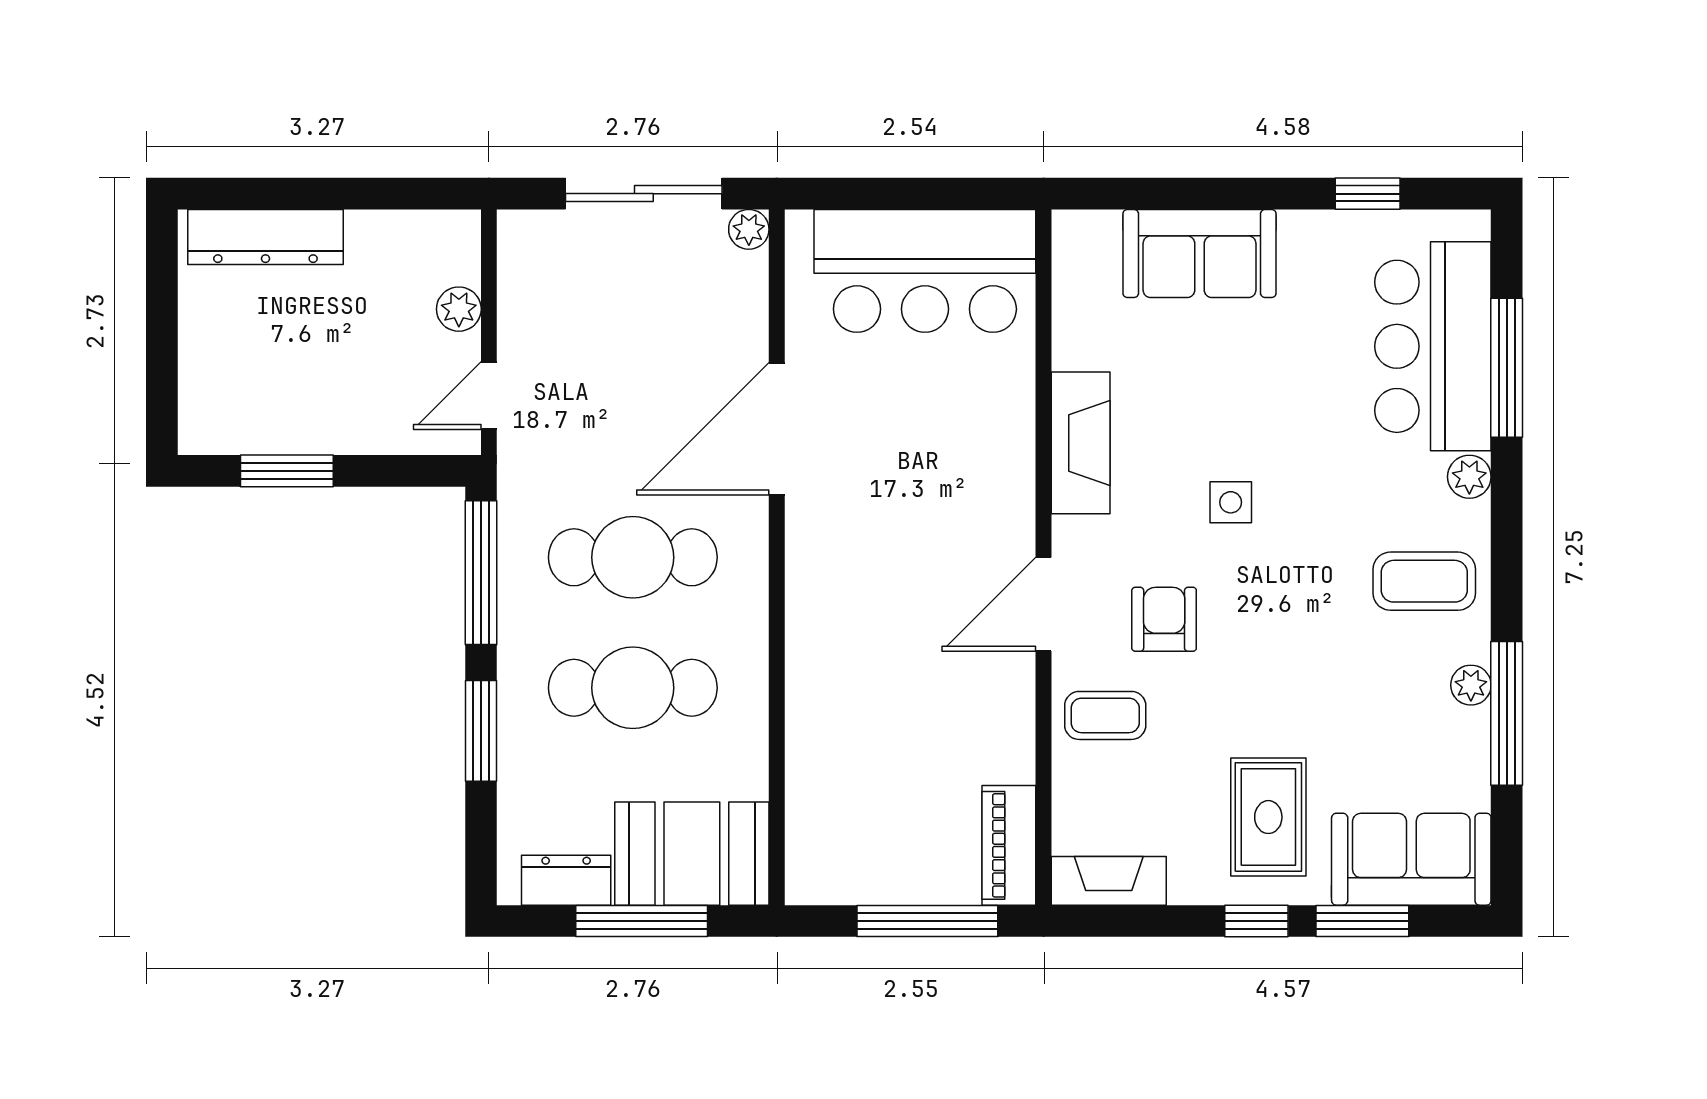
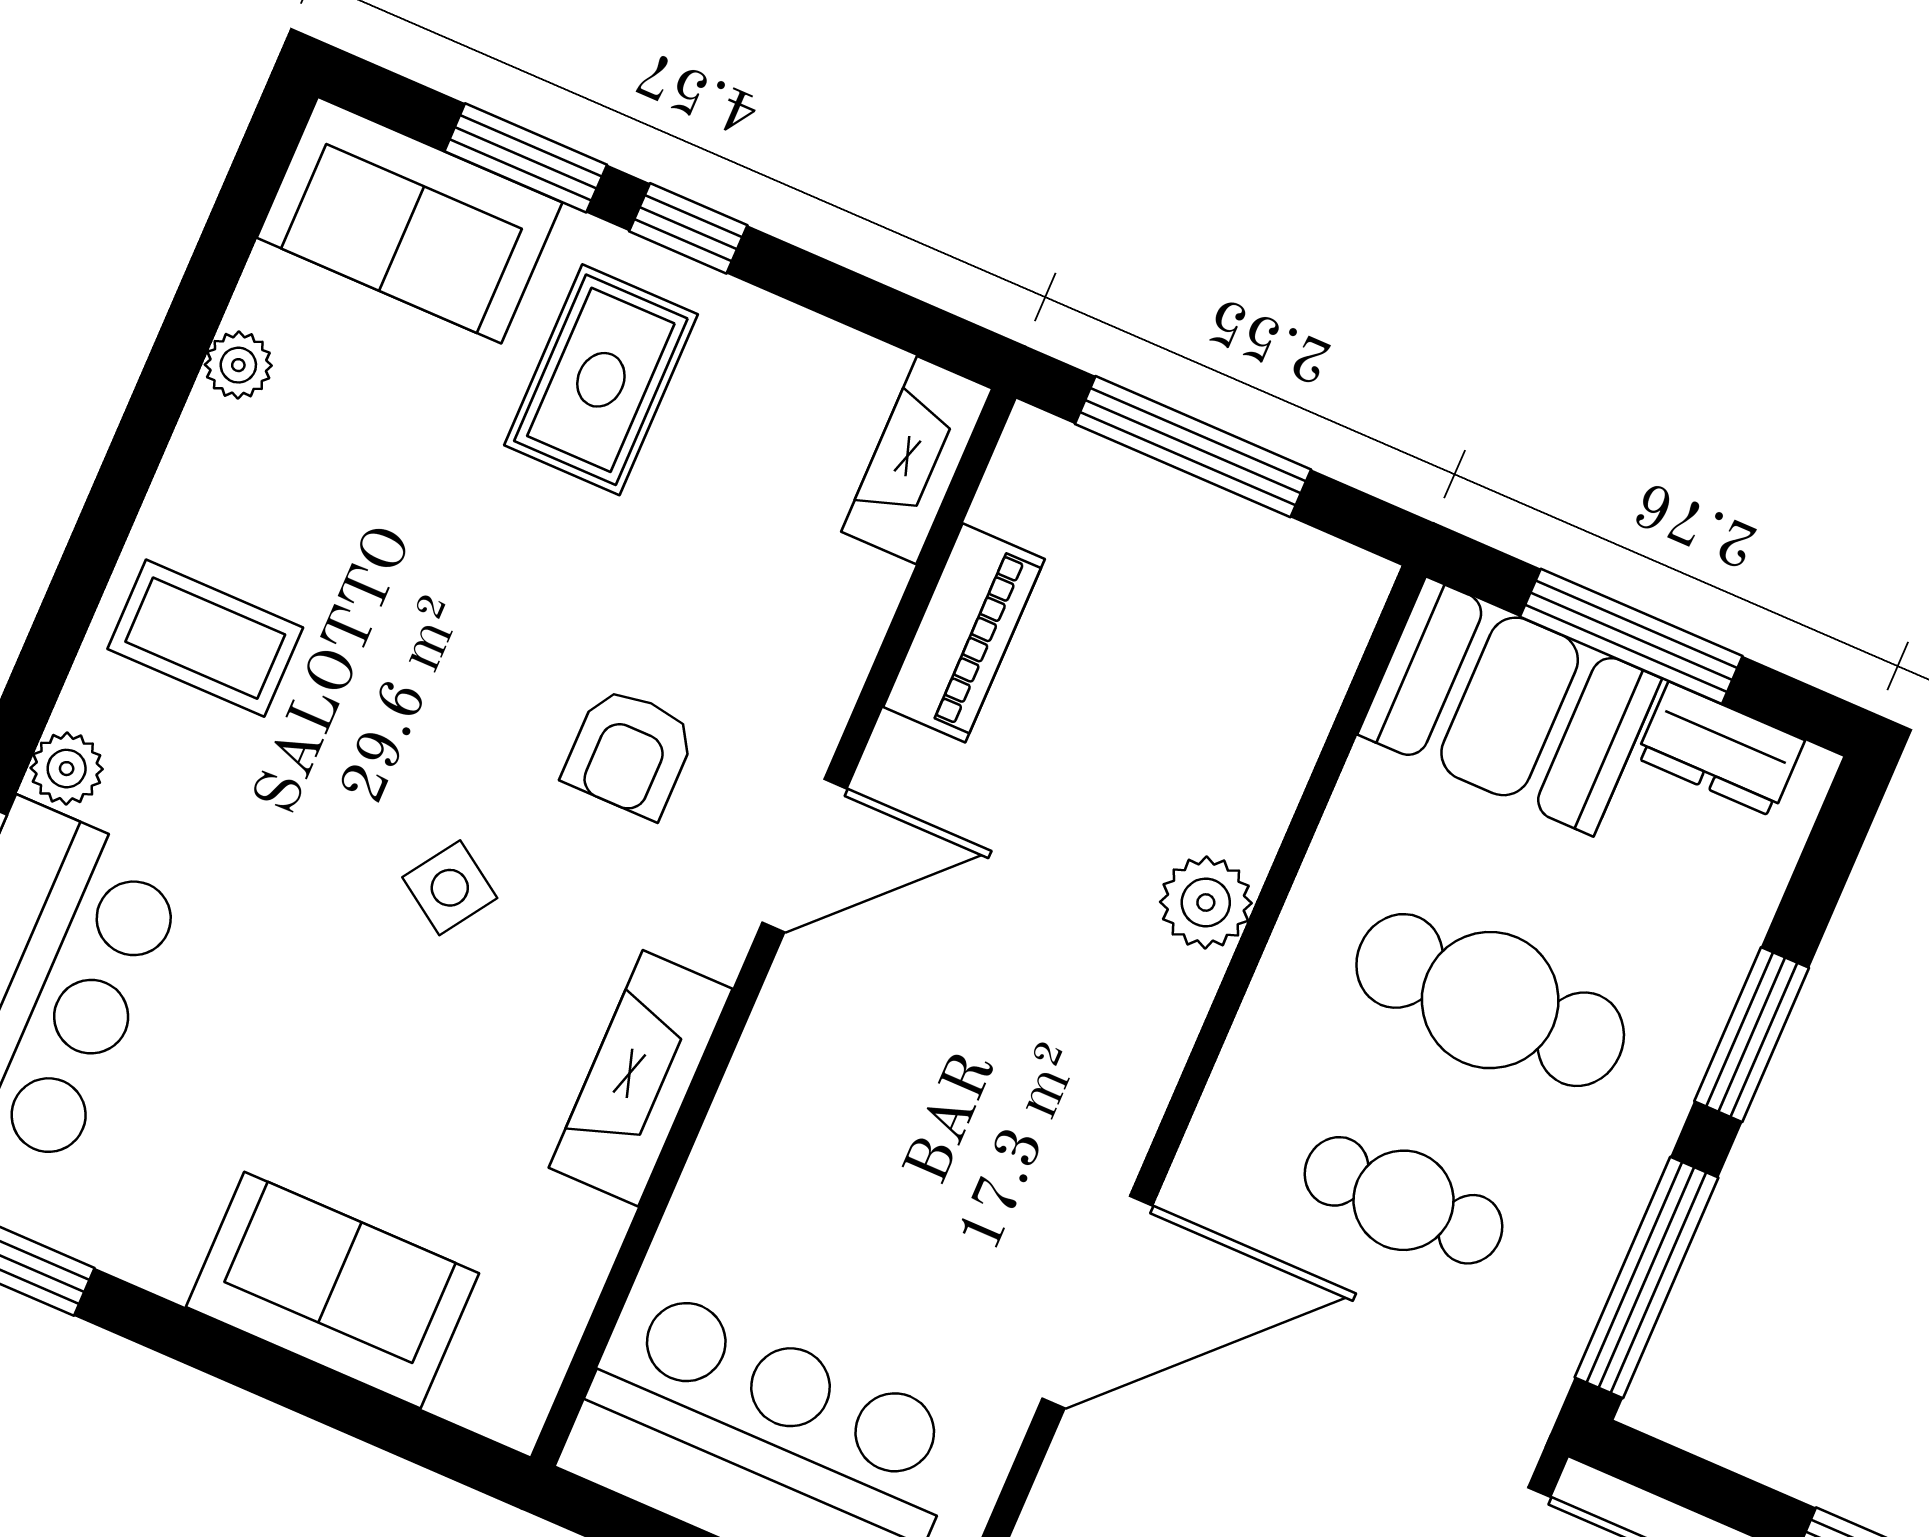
side table: (1231, 502) -> (450, 888), turned 34
cafe table: (633, 557) -> (1404, 1200), width x0.73, depth x0.74
plant: (812, 674) -> (1206, 902), added
plant: (1471, 685) -> (238, 365), moved
window: (1507, 713) -> (166, 381), removed
coffee table: (1105, 715) -> (784, 644), removed
piano: (1009, 845) -> (964, 633), moved
fireplace: (1109, 881) -> (917, 460), moved, turned 90

